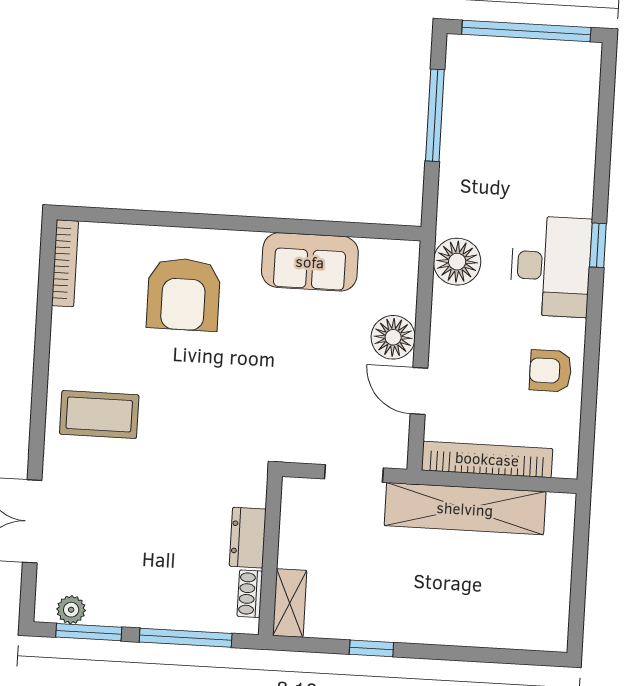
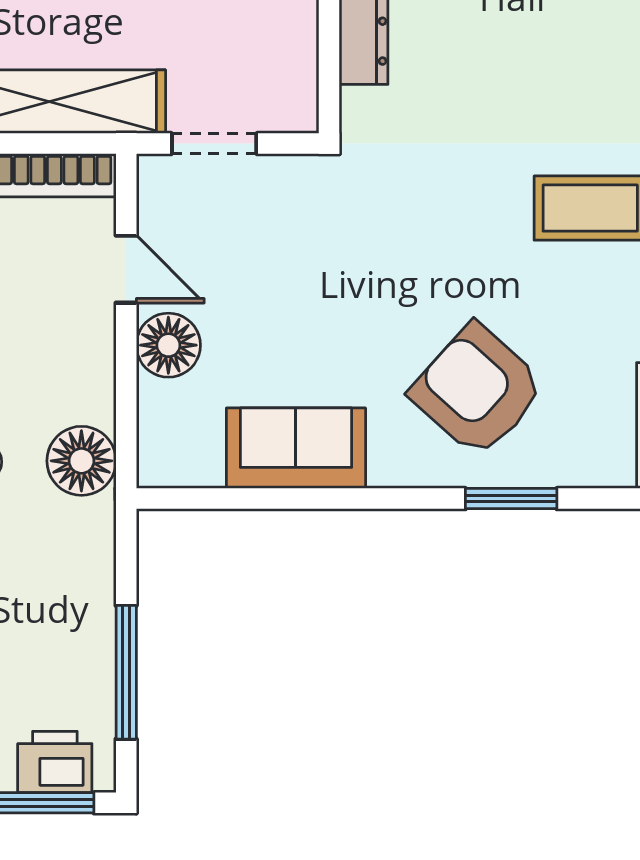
printer: (487, 57) -> (55, 762), added
window: (165, 219) -> (511, 499), added
armchair: (183, 294) -> (478, 390), turned -48

